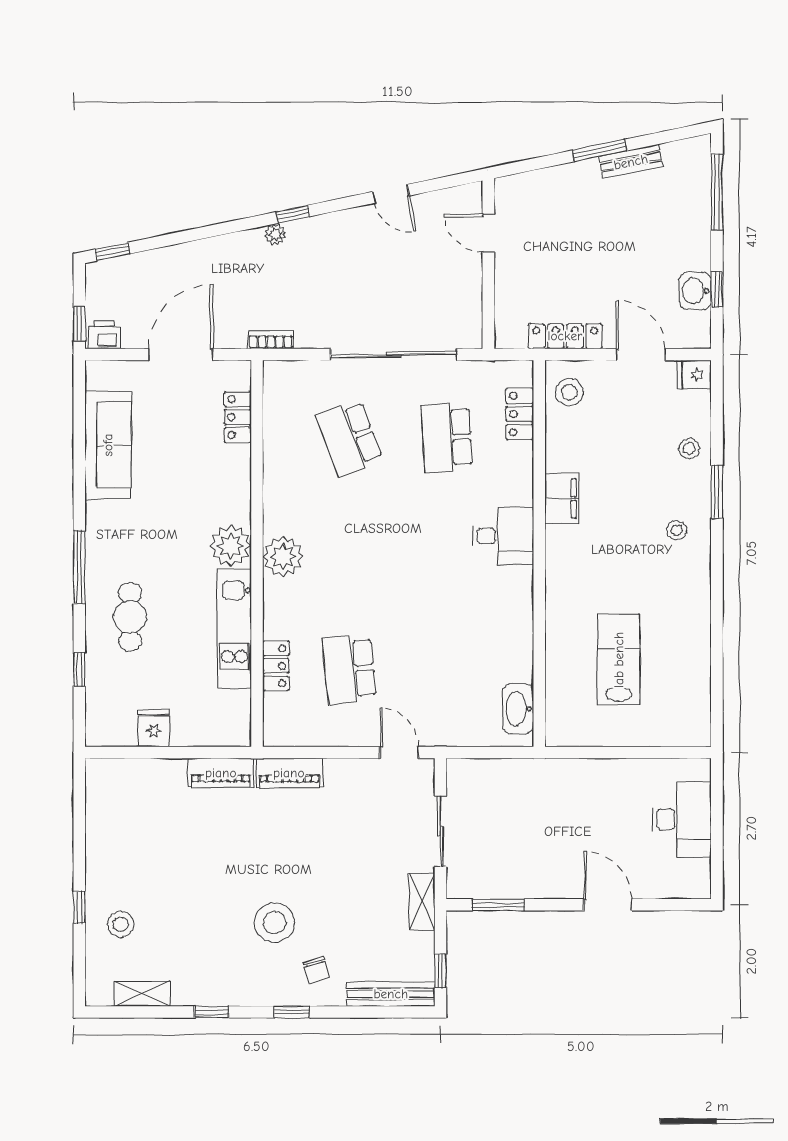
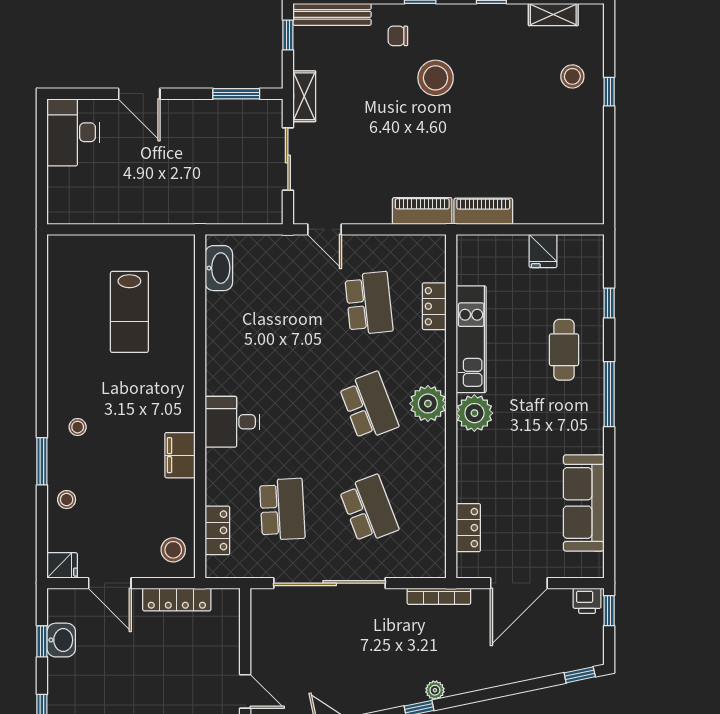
bookcase: (271, 340) -> (439, 596), width x1.56
school desk: (349, 554) -> (369, 406), added
desk: (682, 819) -> (73, 132), moved
chair: (317, 970) -> (398, 36), turned -74

